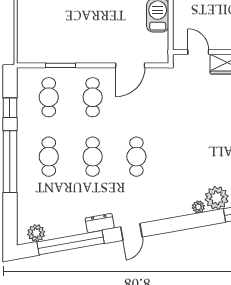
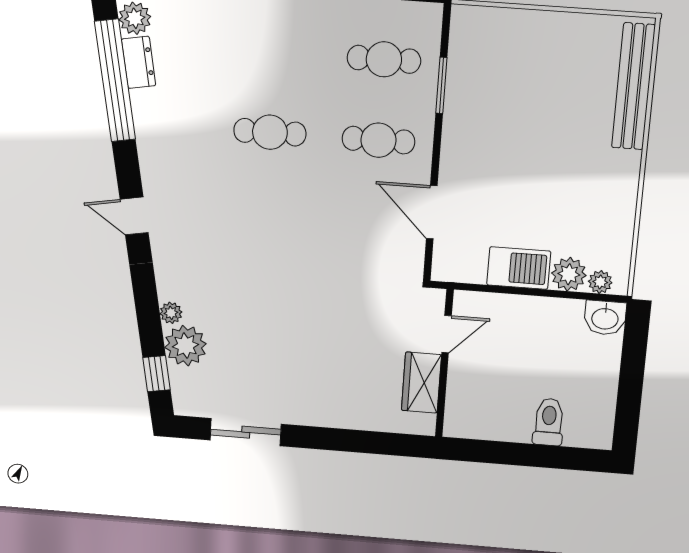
cafe table: (49, 157) -> (274, 52), removed
cafe table: (136, 157) -> (266, 211), removed
dresser: (100, 223) -> (139, 62), moved
door: (131, 232) -> (134, 216), moved

